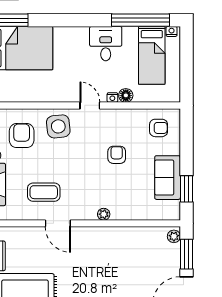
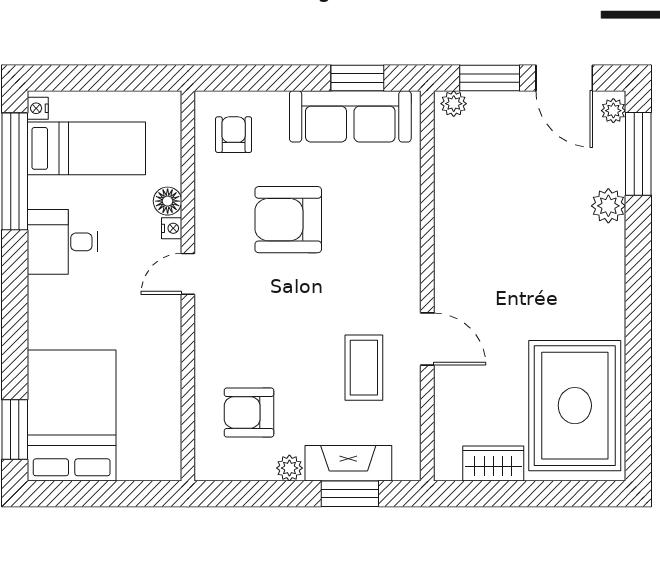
side table: (58, 126) -> (231, 338), removed
armchair: (117, 155) -> (288, 220), width x1.88, depth x1.88
sofa: (168, 178) -> (350, 116), width x1.36
plant: (104, 214) -> (409, 246), removed
door: (58, 223) -> (427, 339), hinge flipped

